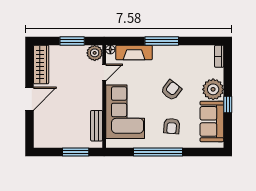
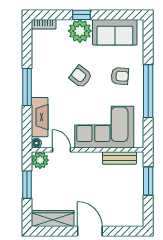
window: (228, 104) -> (81, 15), moved

